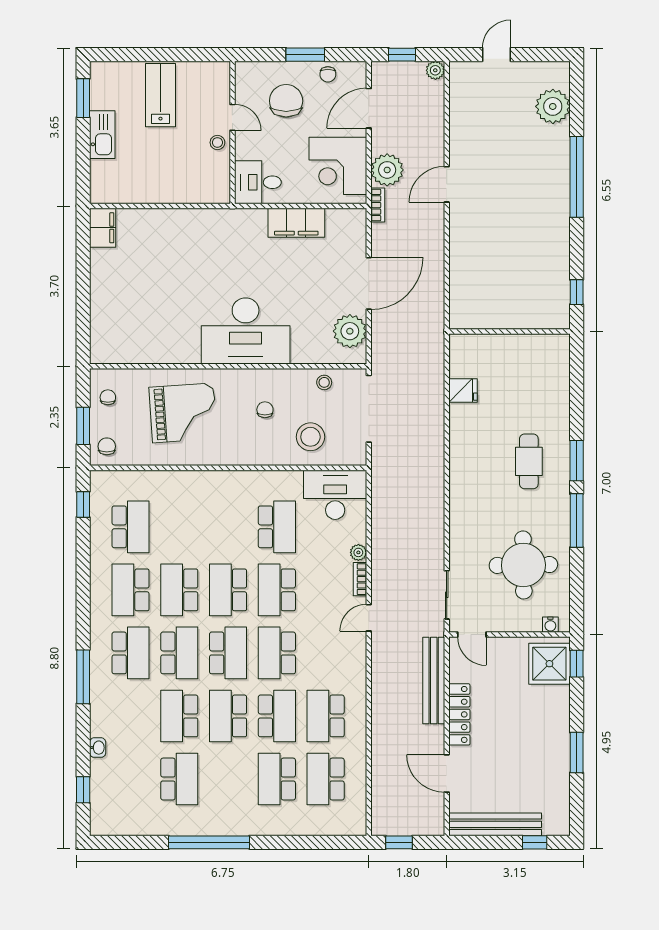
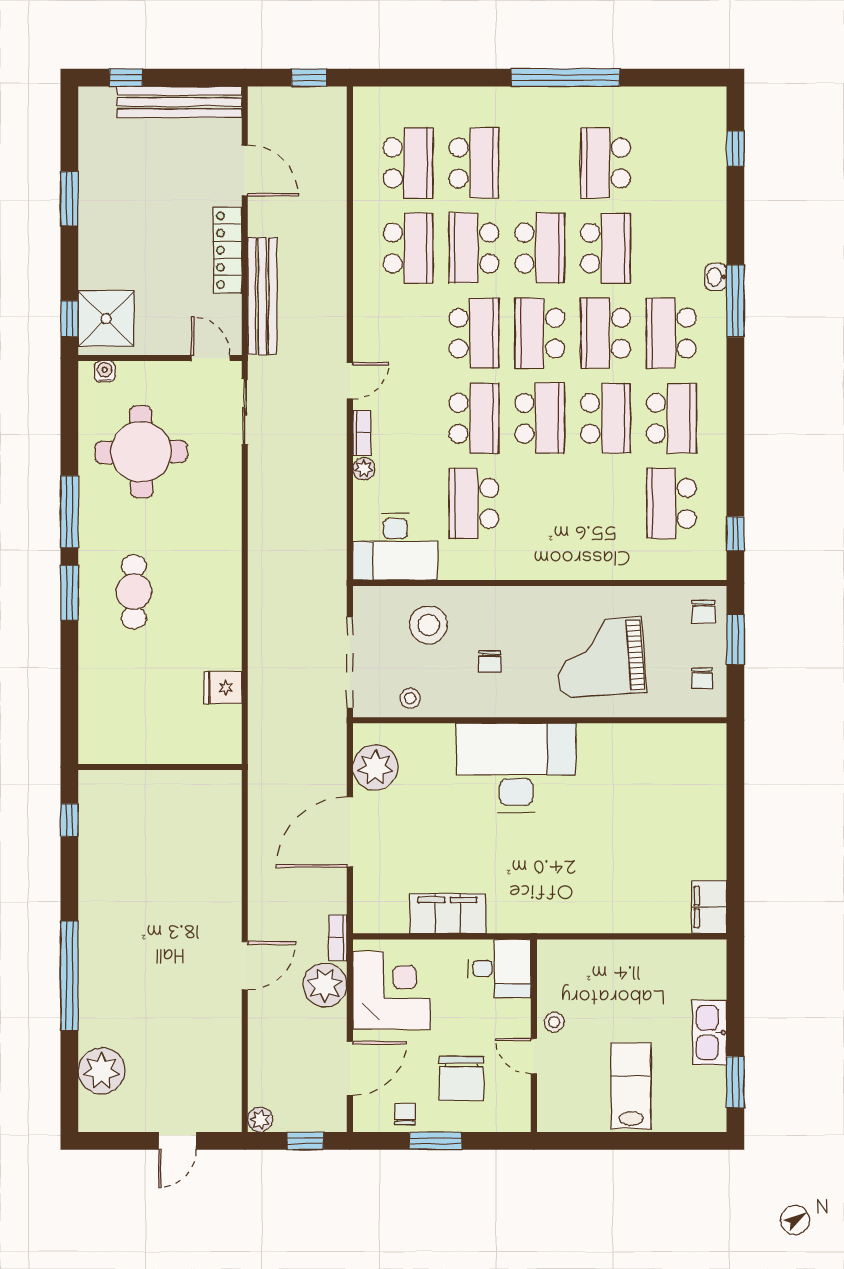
lab bench: (160, 95) -> (631, 1086), turned 180
washbasin: (98, 748) -> (716, 277), moved

